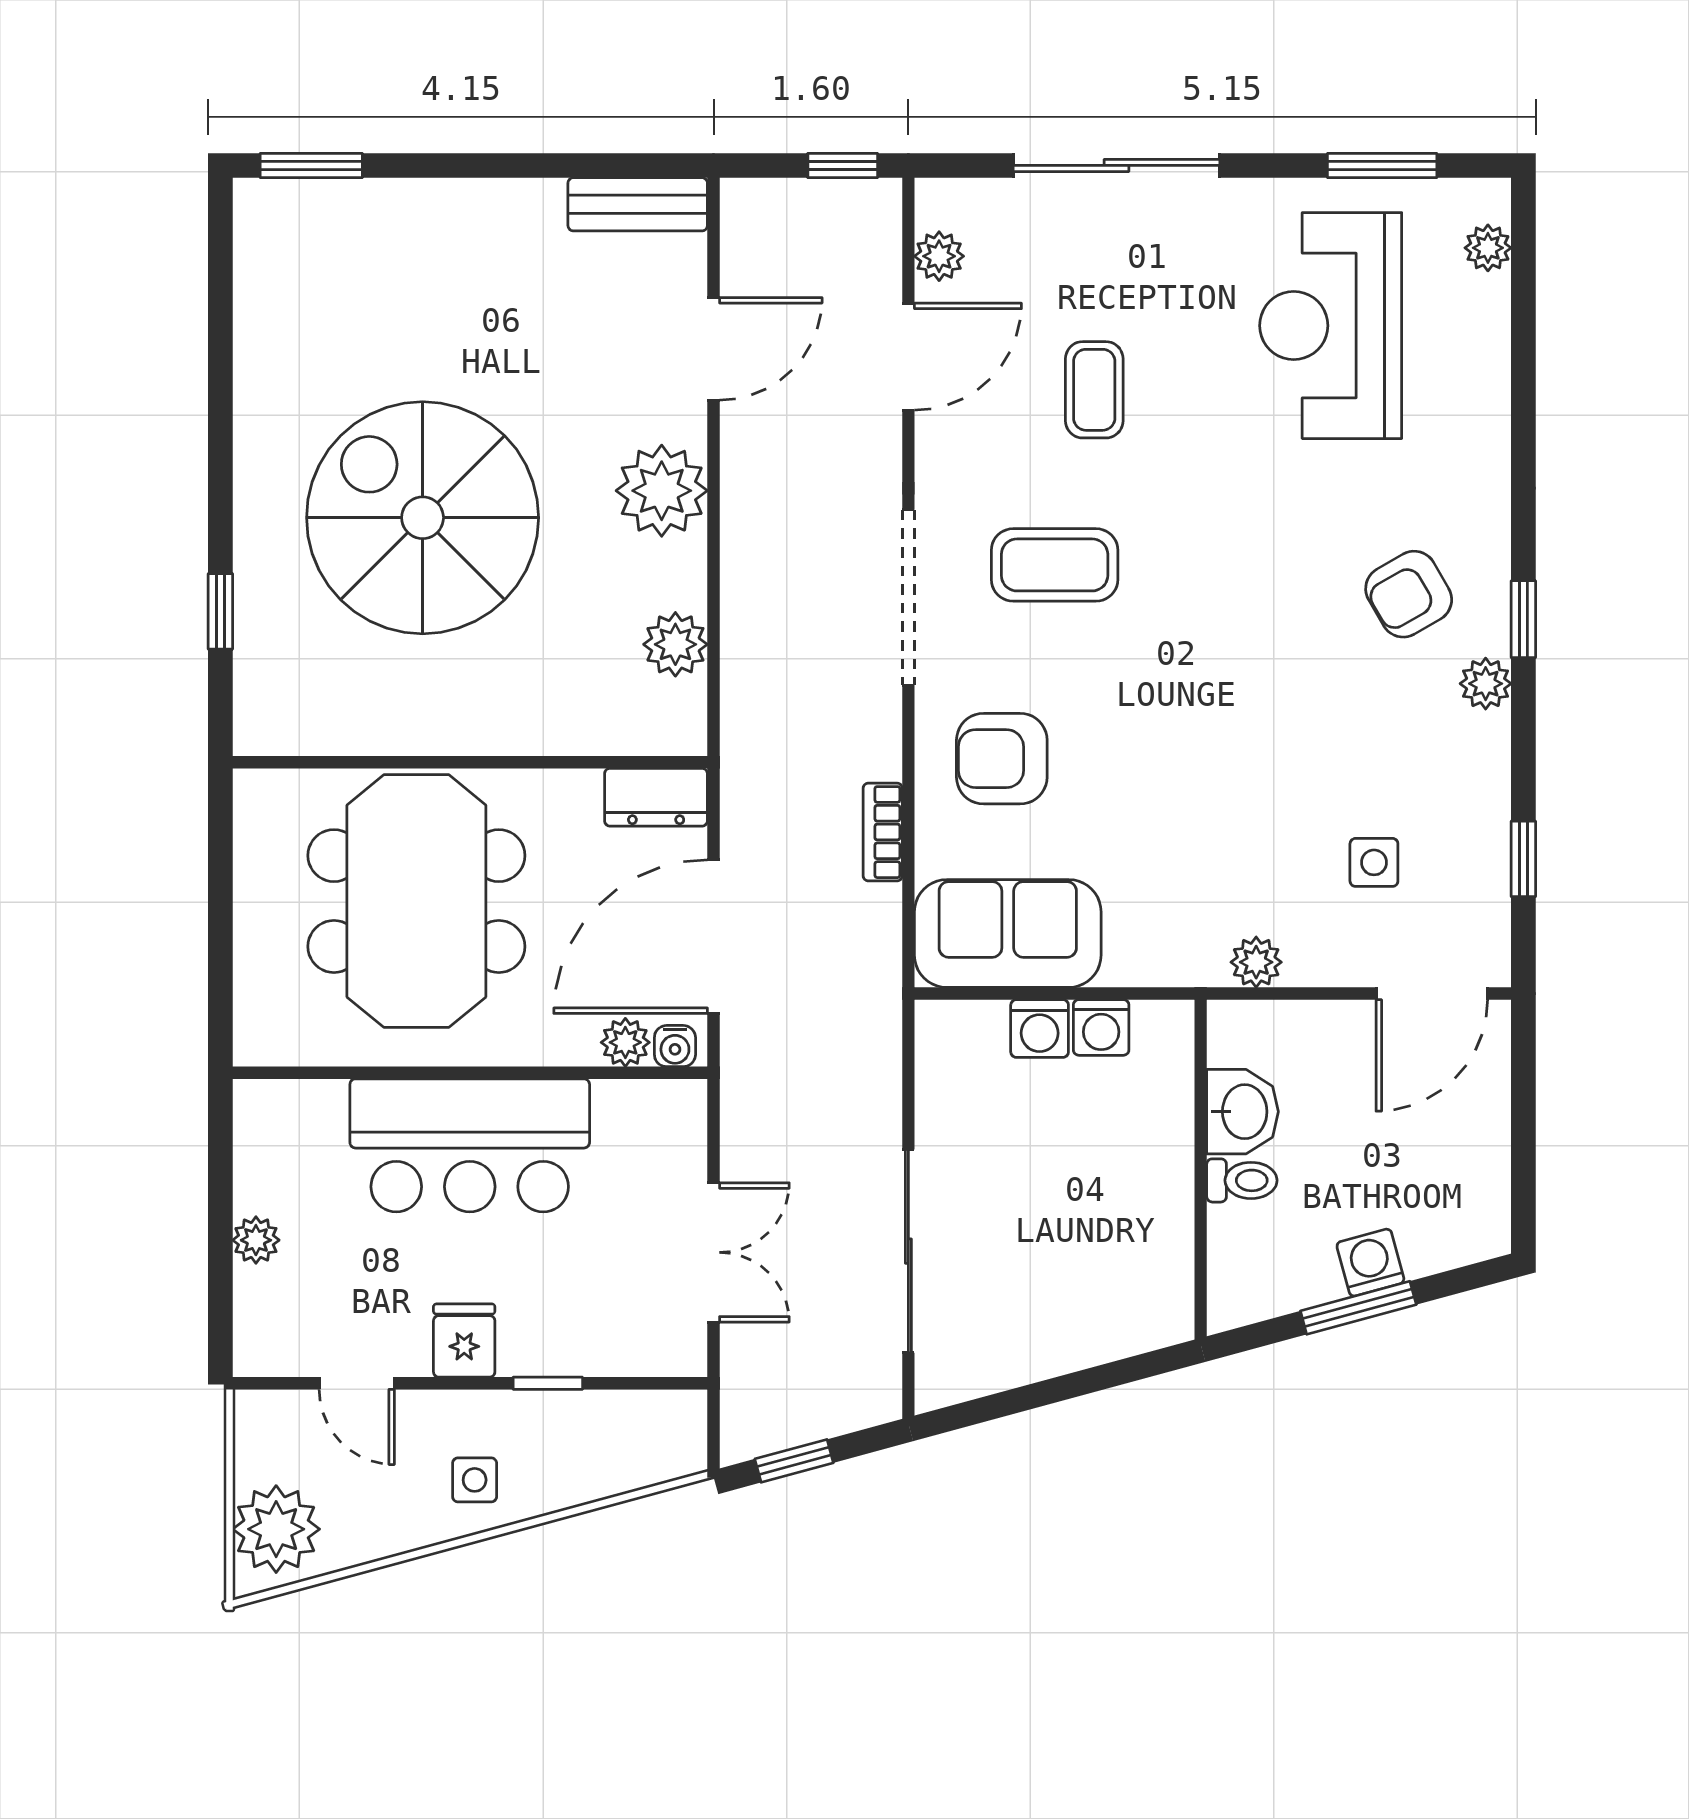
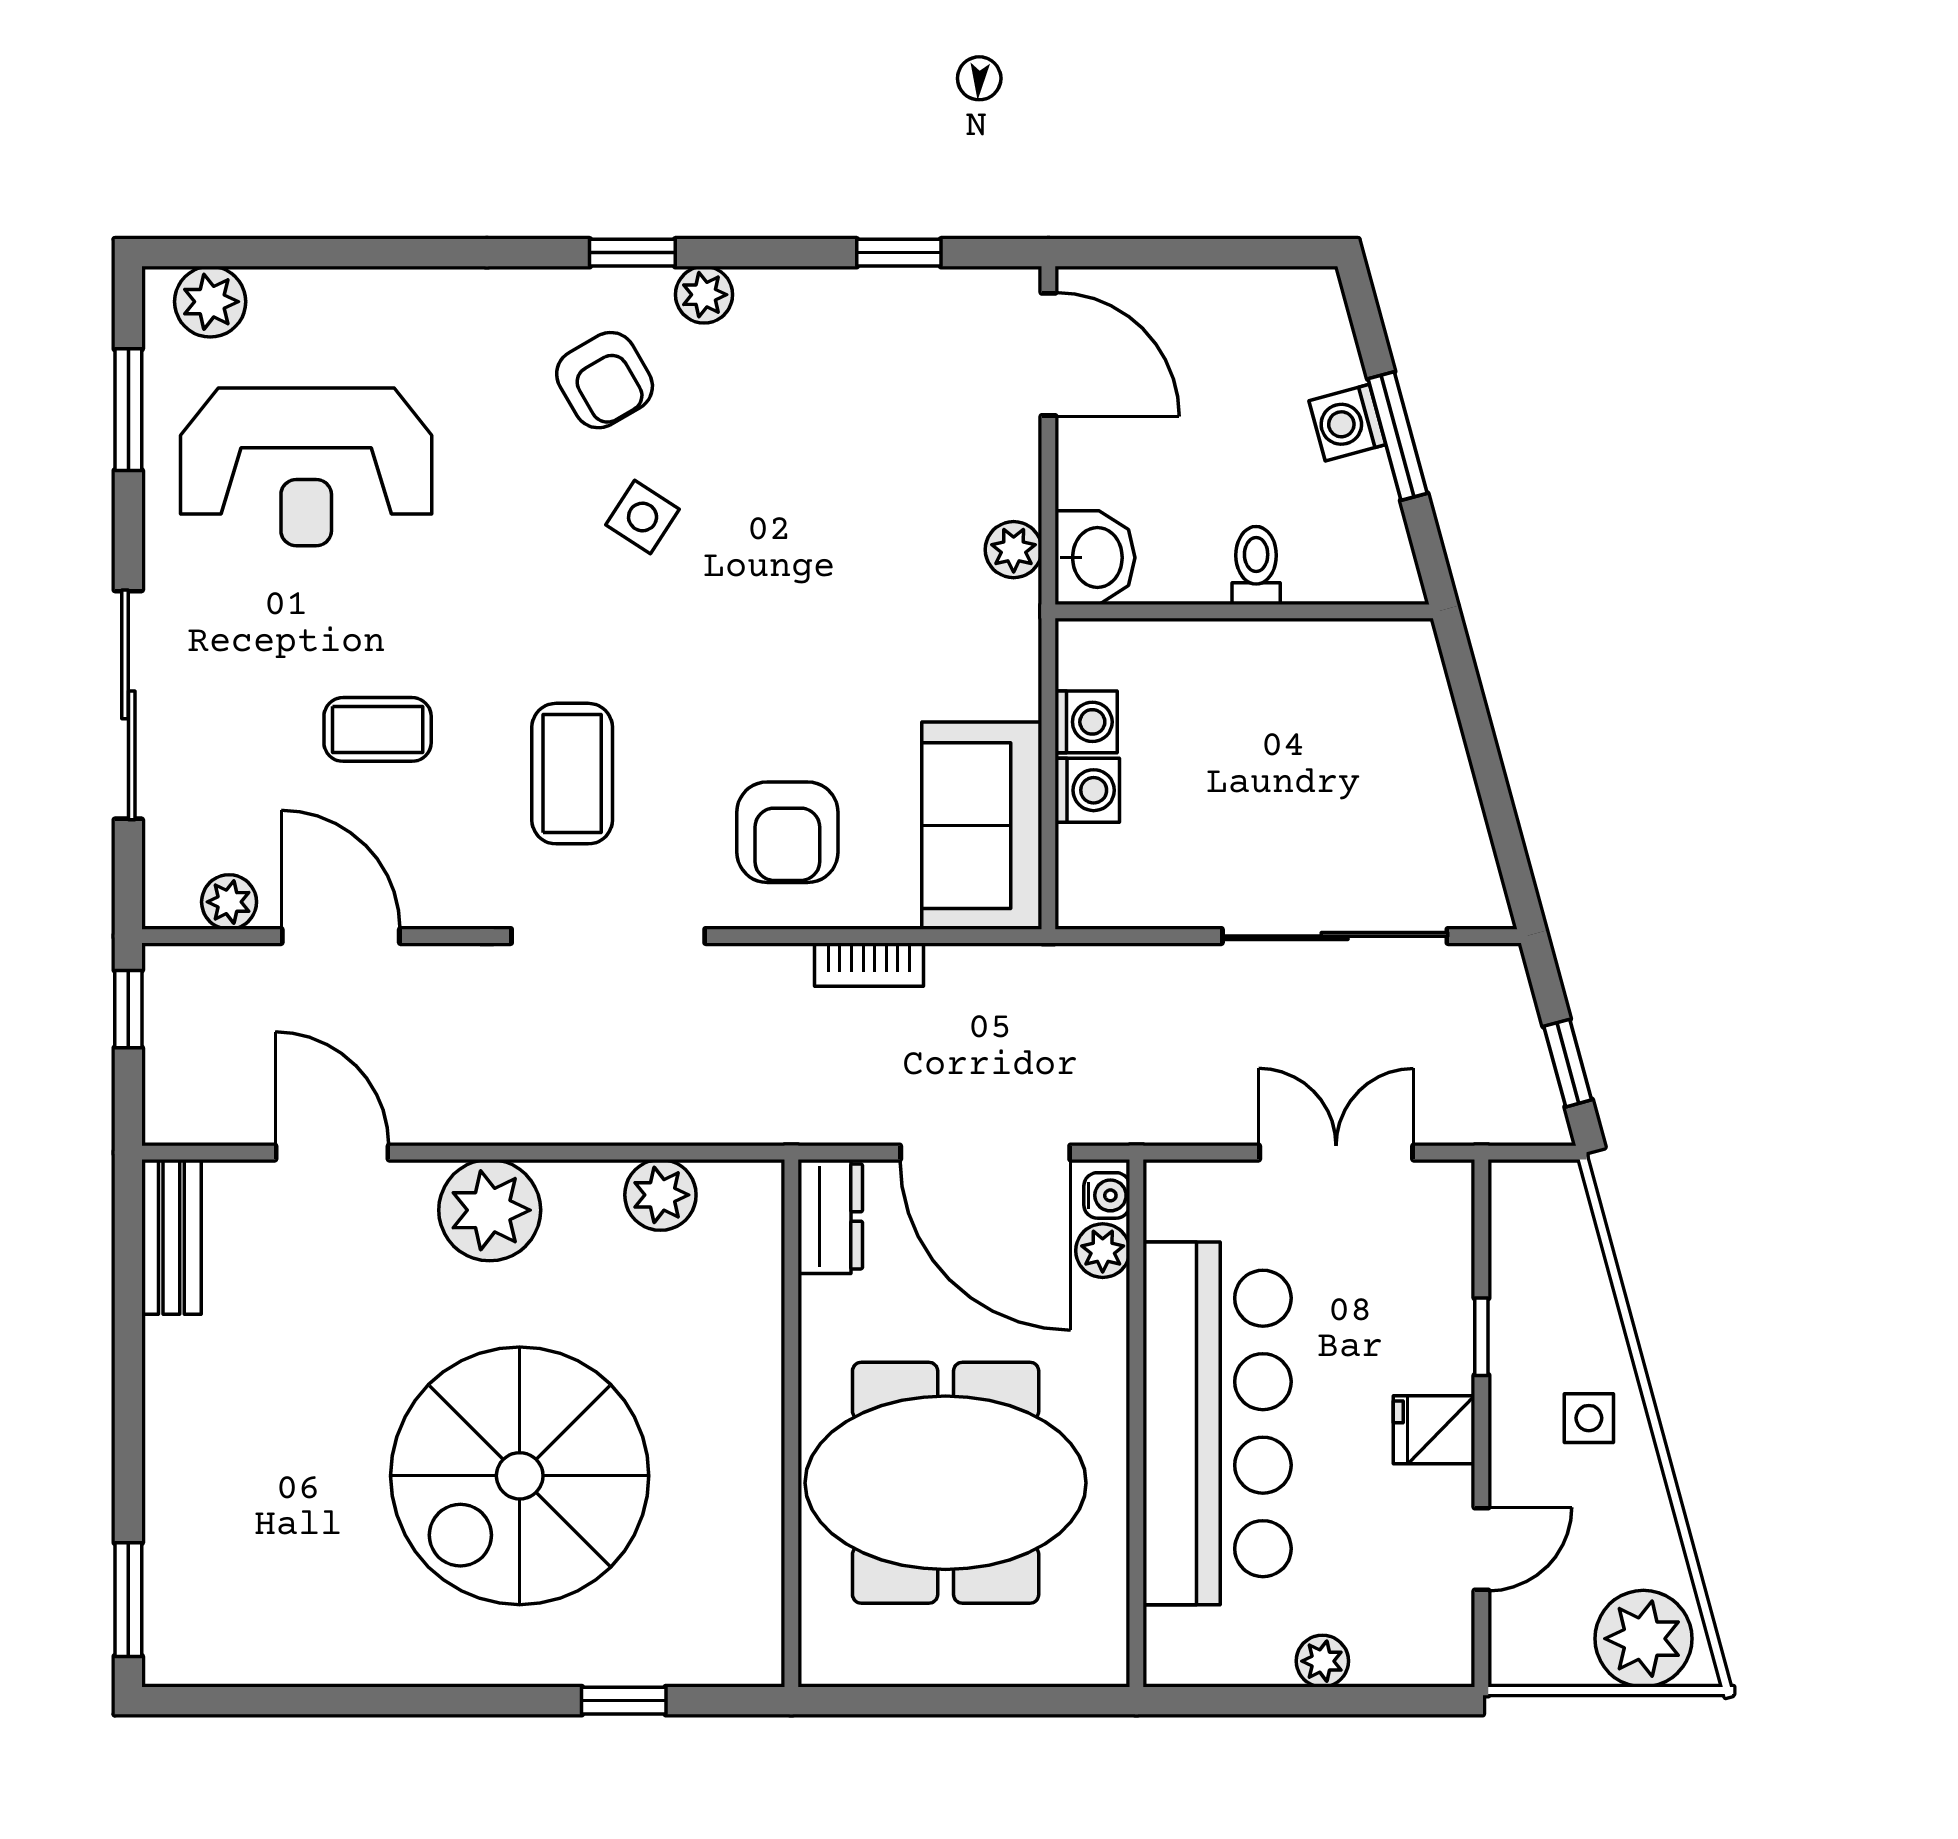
plant: (1488, 248) -> (210, 302), width x1.38, depth x1.38
side table: (1374, 862) -> (643, 517), moved, turned 33
washbasin: (1243, 1112) -> (1095, 558), moved, turned 90
bar counter: (470, 1145) -> (1217, 1423), width x1.36

